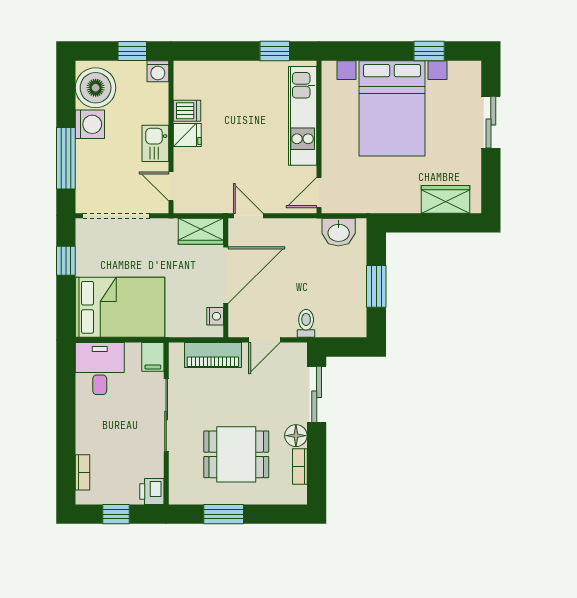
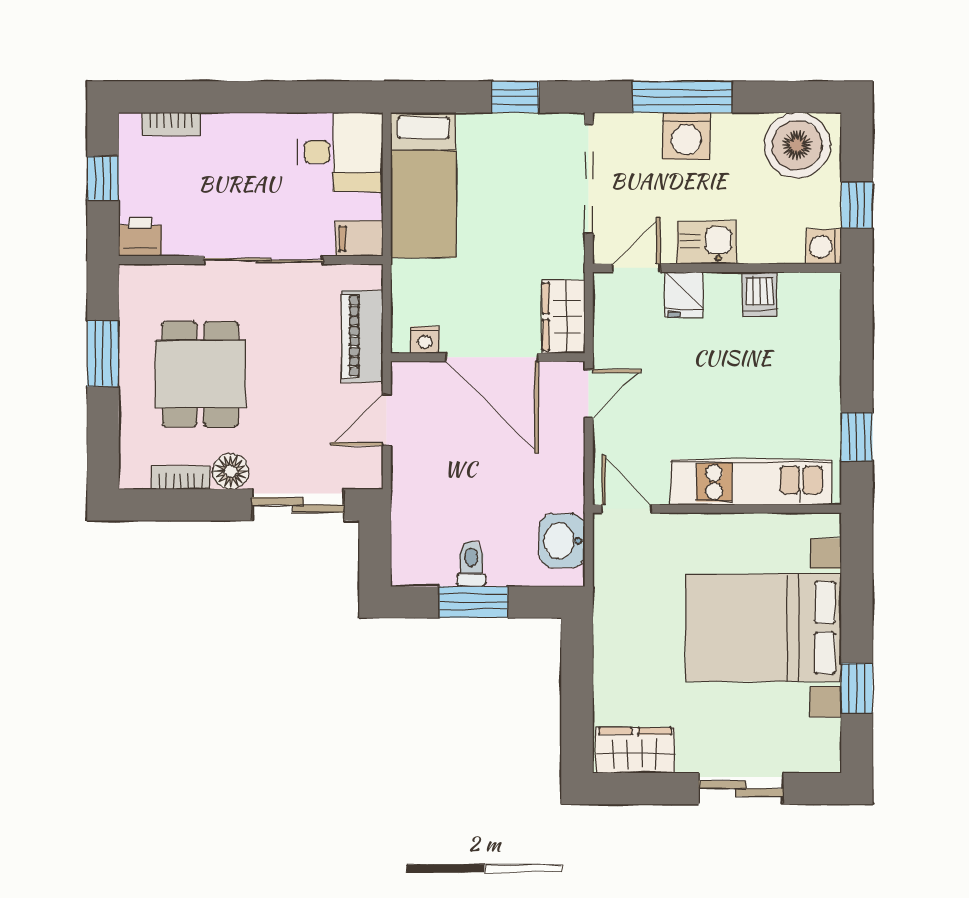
washing machine: (90, 124) -> (686, 136), moved
fridge: (187, 135) -> (684, 294), moved
wardrobe: (445, 199) -> (635, 750), moved, turned -90
bed: (120, 307) -> (423, 185), width x0.67
toilet: (306, 323) -> (471, 564), moved, turned -90
door: (264, 340) -> (387, 420), hinge flipped

